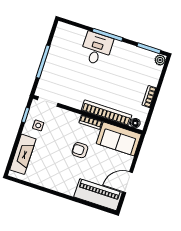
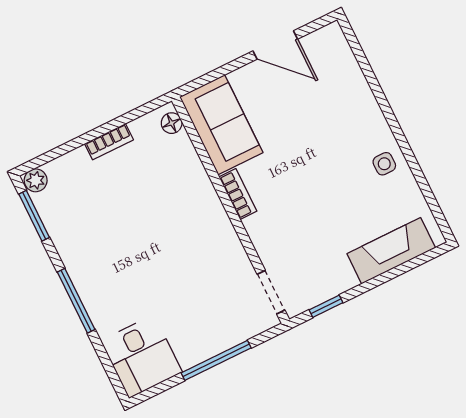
desk: (97, 49) -> (141, 356), moved, turned -90
bookcase: (106, 113) -> (199, 184), removed
side table: (38, 125) -> (384, 164), moved
armchair: (80, 150) -> (298, 168), removed
piano: (98, 195) -> (340, 72), removed

